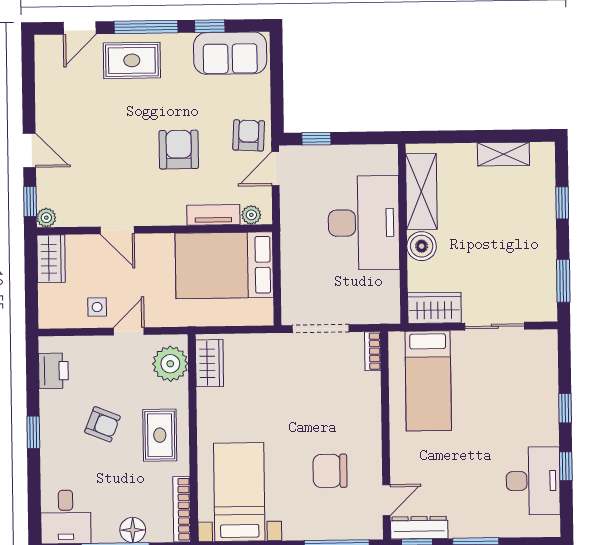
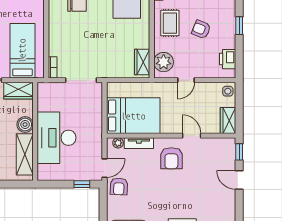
armchair: (179, 150) -> (171, 158), moved
plant: (46, 218) -> (230, 143), removed
side table: (97, 307) -> (228, 91), moved

